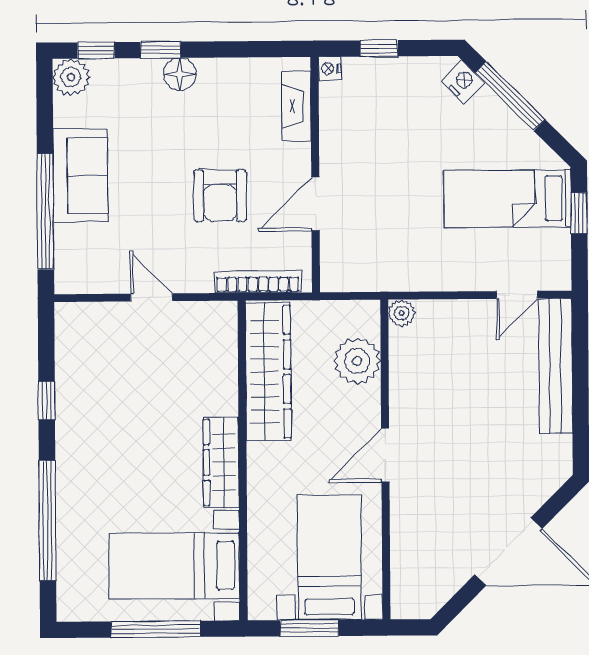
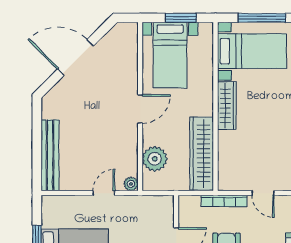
bookcase: (258, 282) -> (224, 201), moved
door: (517, 295) -> (104, 193), moved

